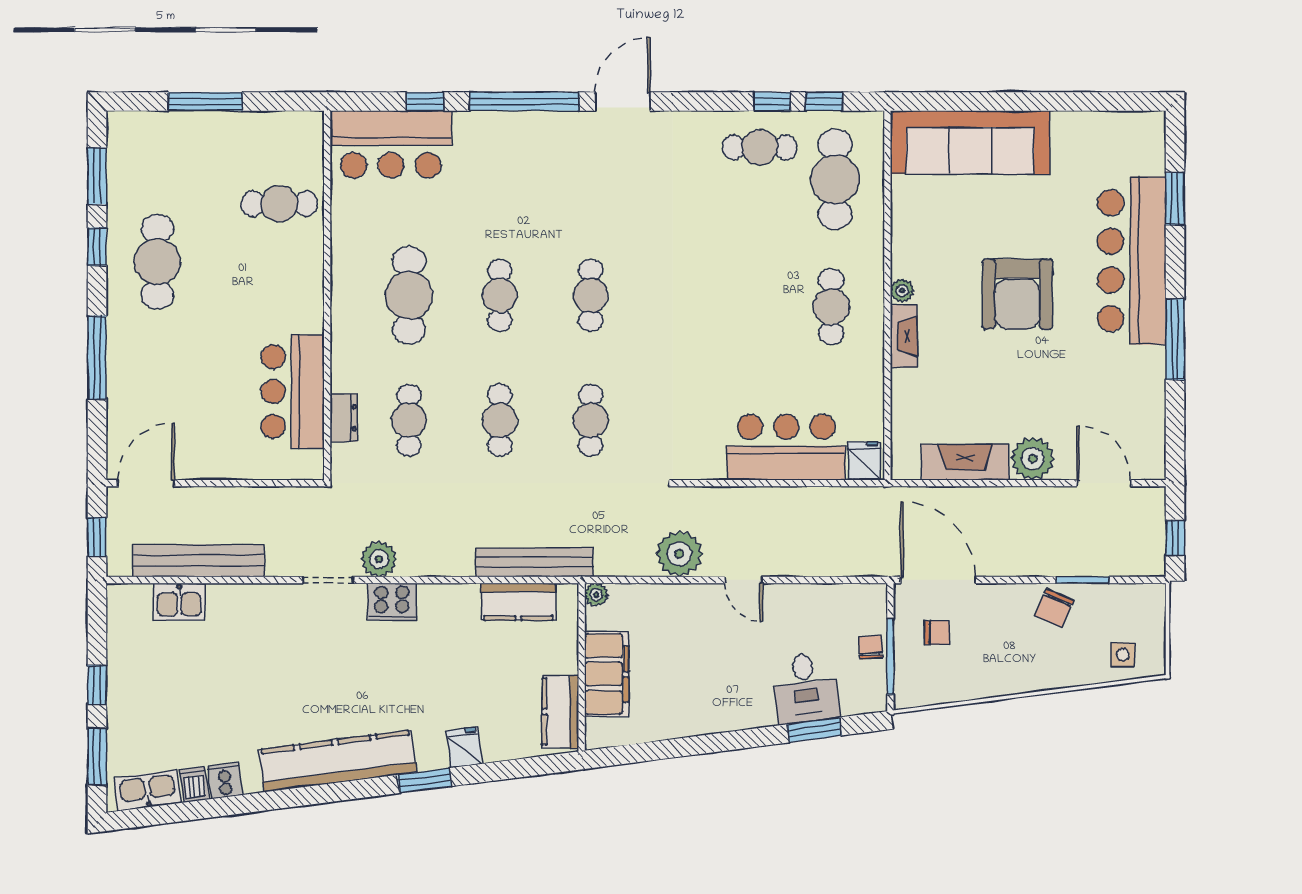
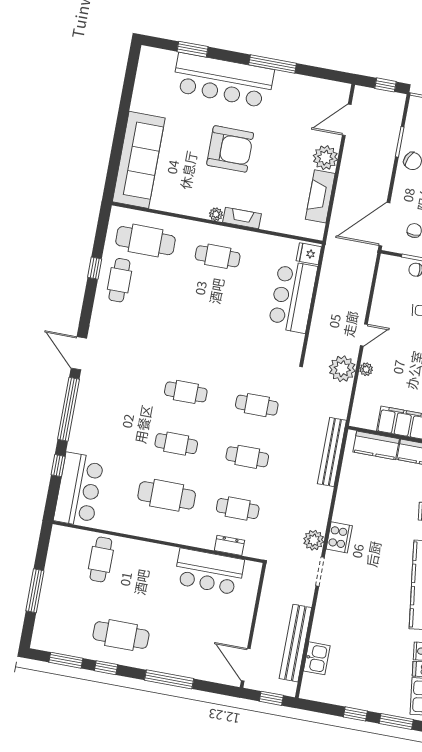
window: (824, 102) -> (100, 239), removed
plant: (596, 595) -> (366, 369), moved
kitchen counter: (518, 602) -> (376, 445), moved, turned 90

